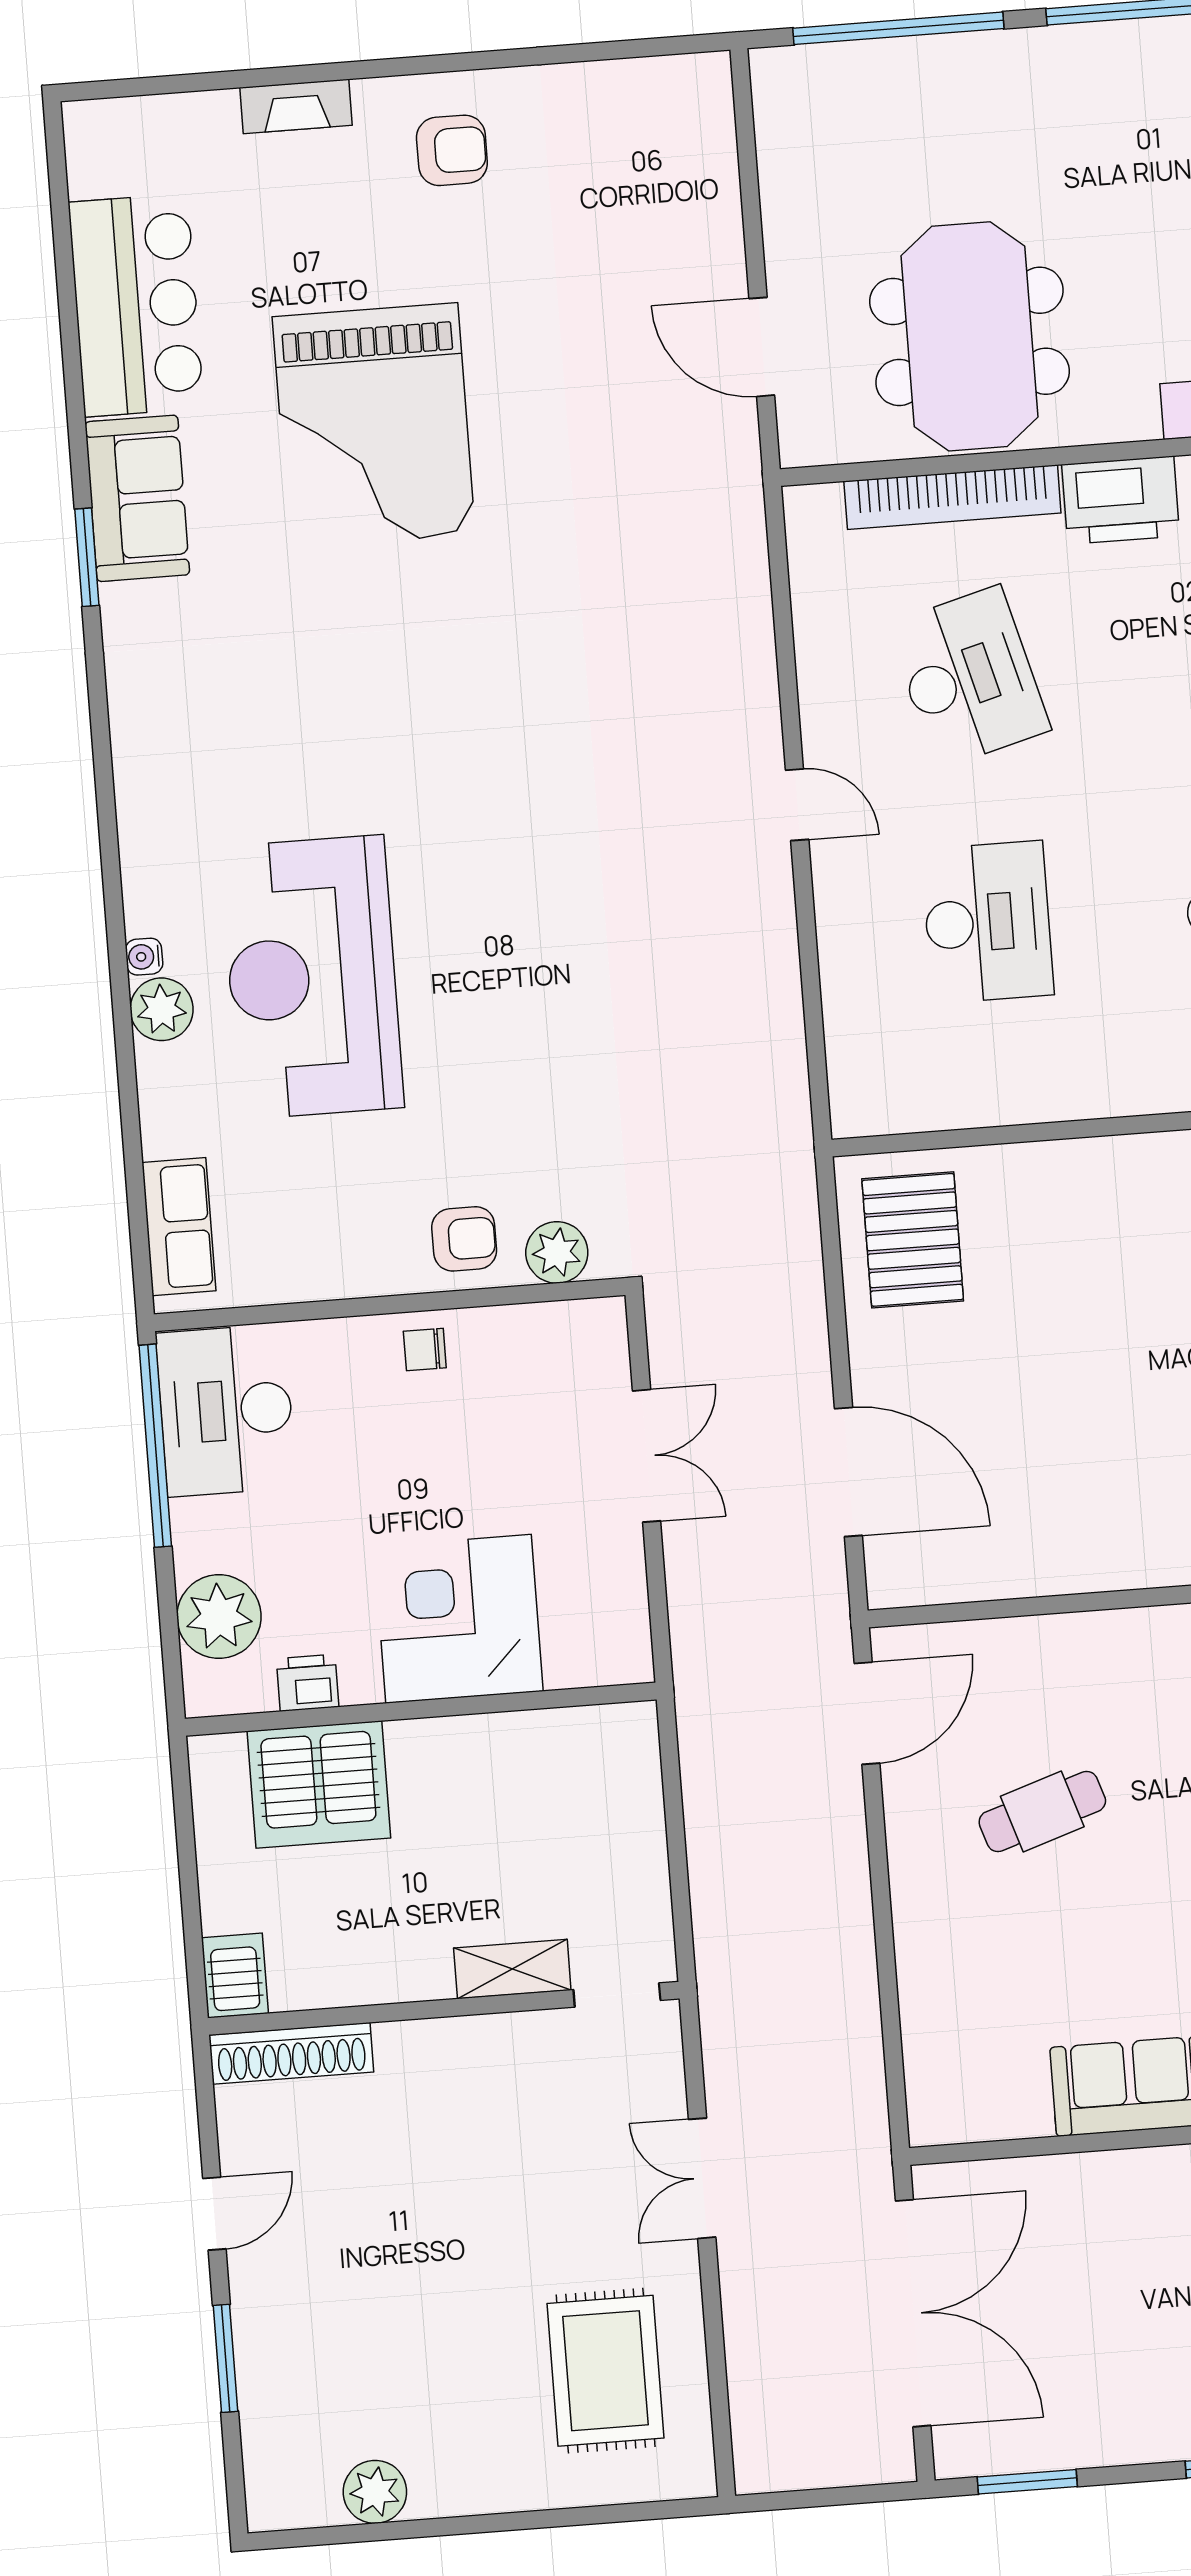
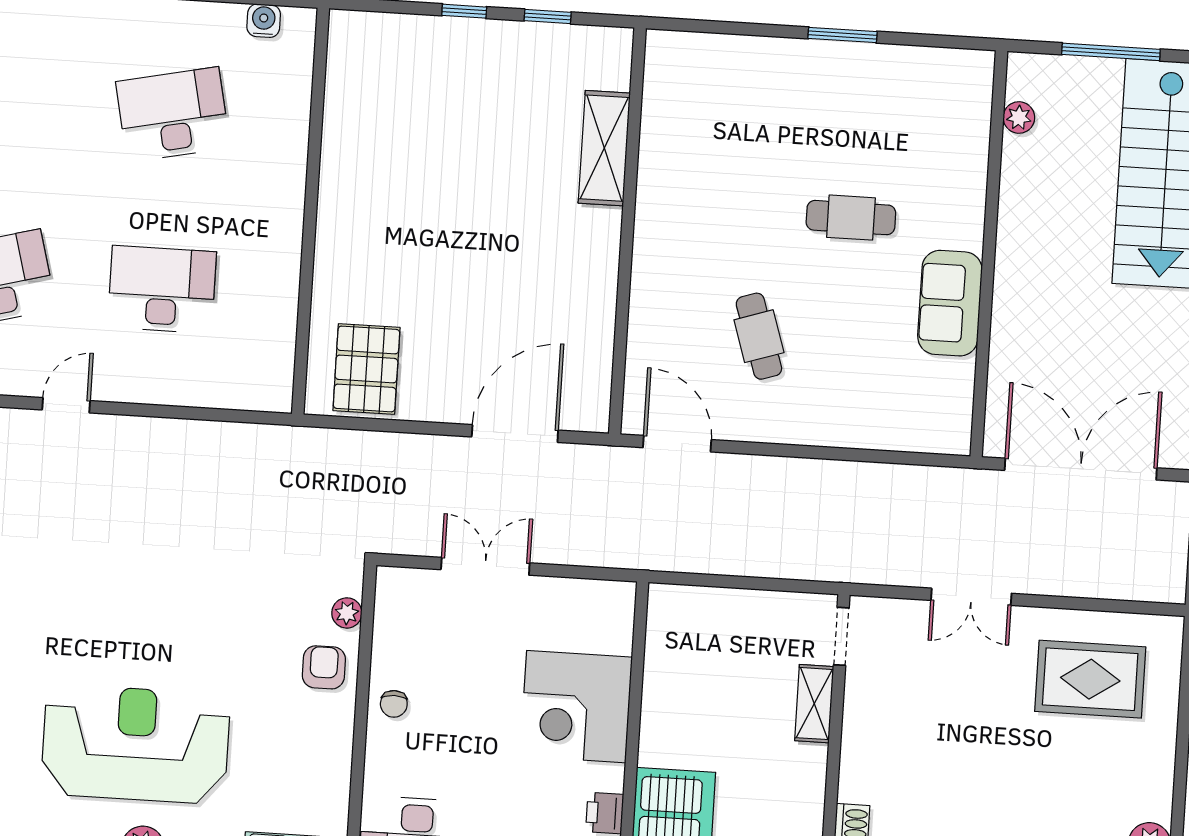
reception desk: (312, 977) -> (135, 744), turned 180
pallet: (913, 1240) -> (366, 369), turned 90
plant: (557, 1252) -> (347, 613), width x0.73, depth x0.73

